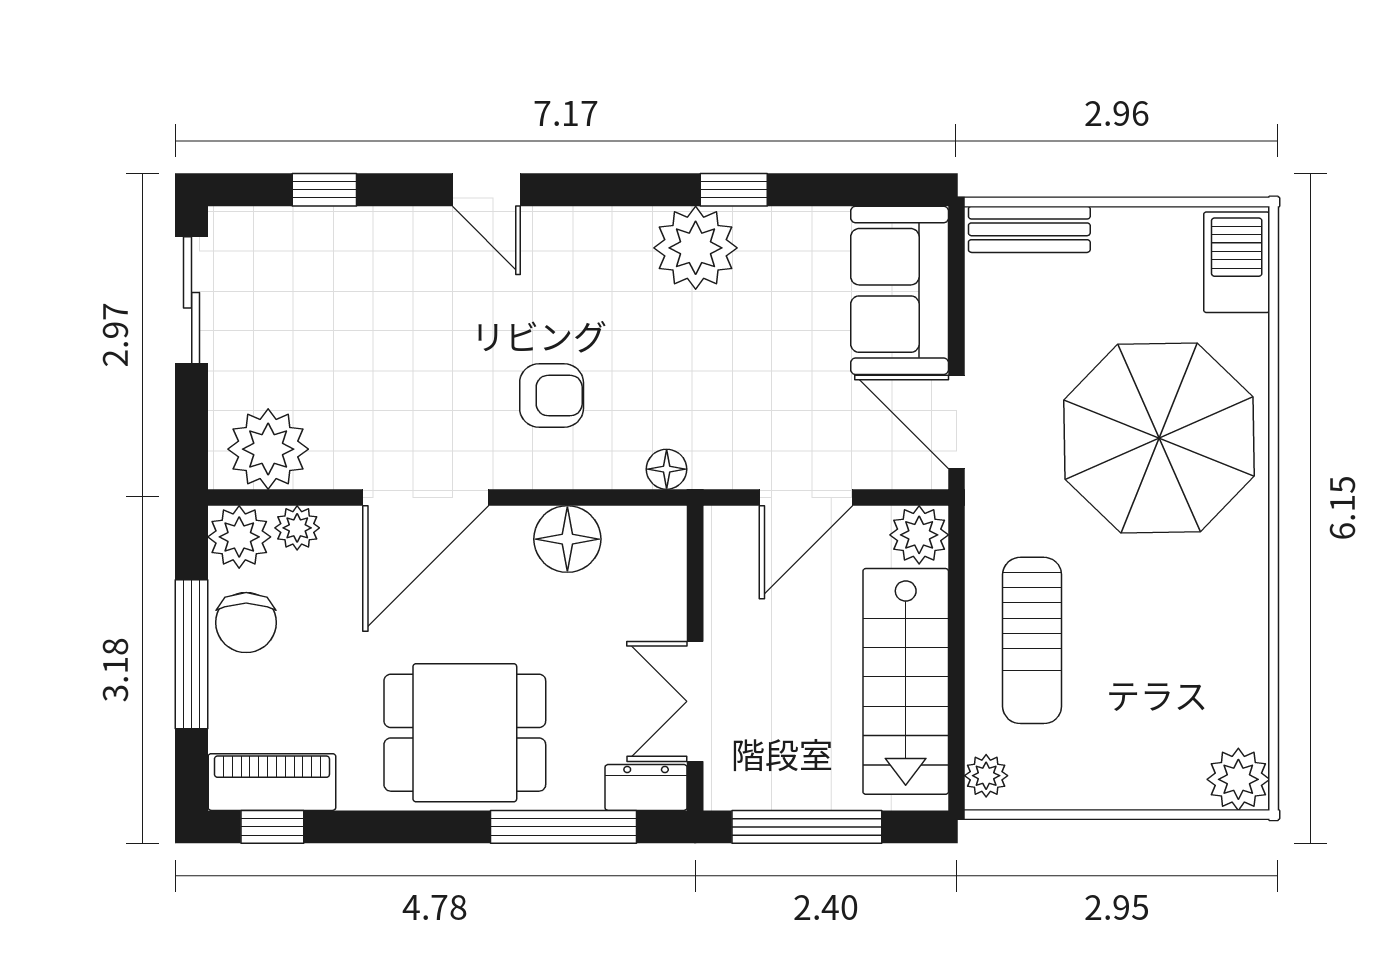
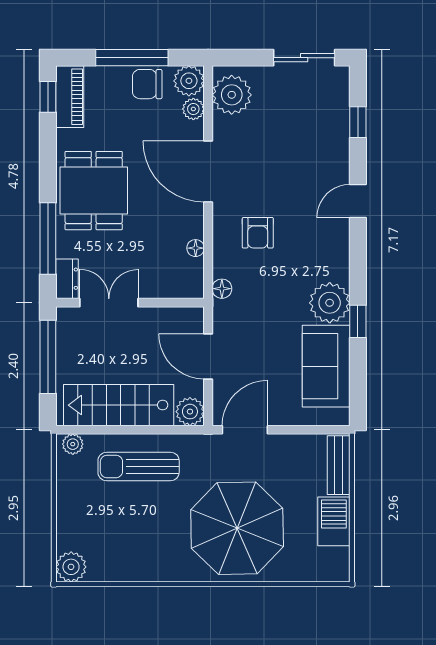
barbecue: (1237, 262) -> (334, 521), moved, turned -90
sofa: (900, 290) -> (326, 366), moved, turned -90
floor lamp: (567, 539) -> (196, 248), width x0.53, depth x0.53

